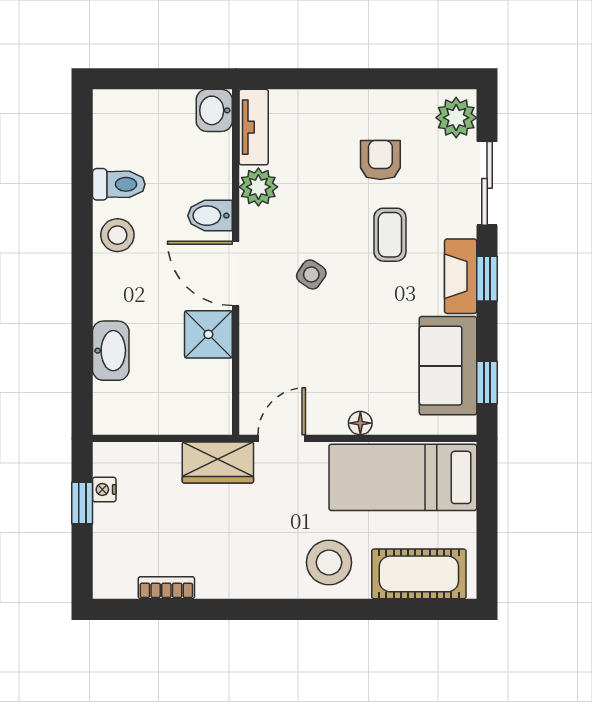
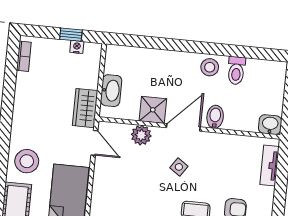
tv unit: (254, 127) -> (270, 166), moved, turned 90
plant: (258, 187) -> (141, 135), moved
washbasin: (111, 351) -> (111, 91), moved, turned -90
floor lamp: (360, 423) -> (98, 185), removed
bookcase: (166, 588) -> (24, 56), moved

